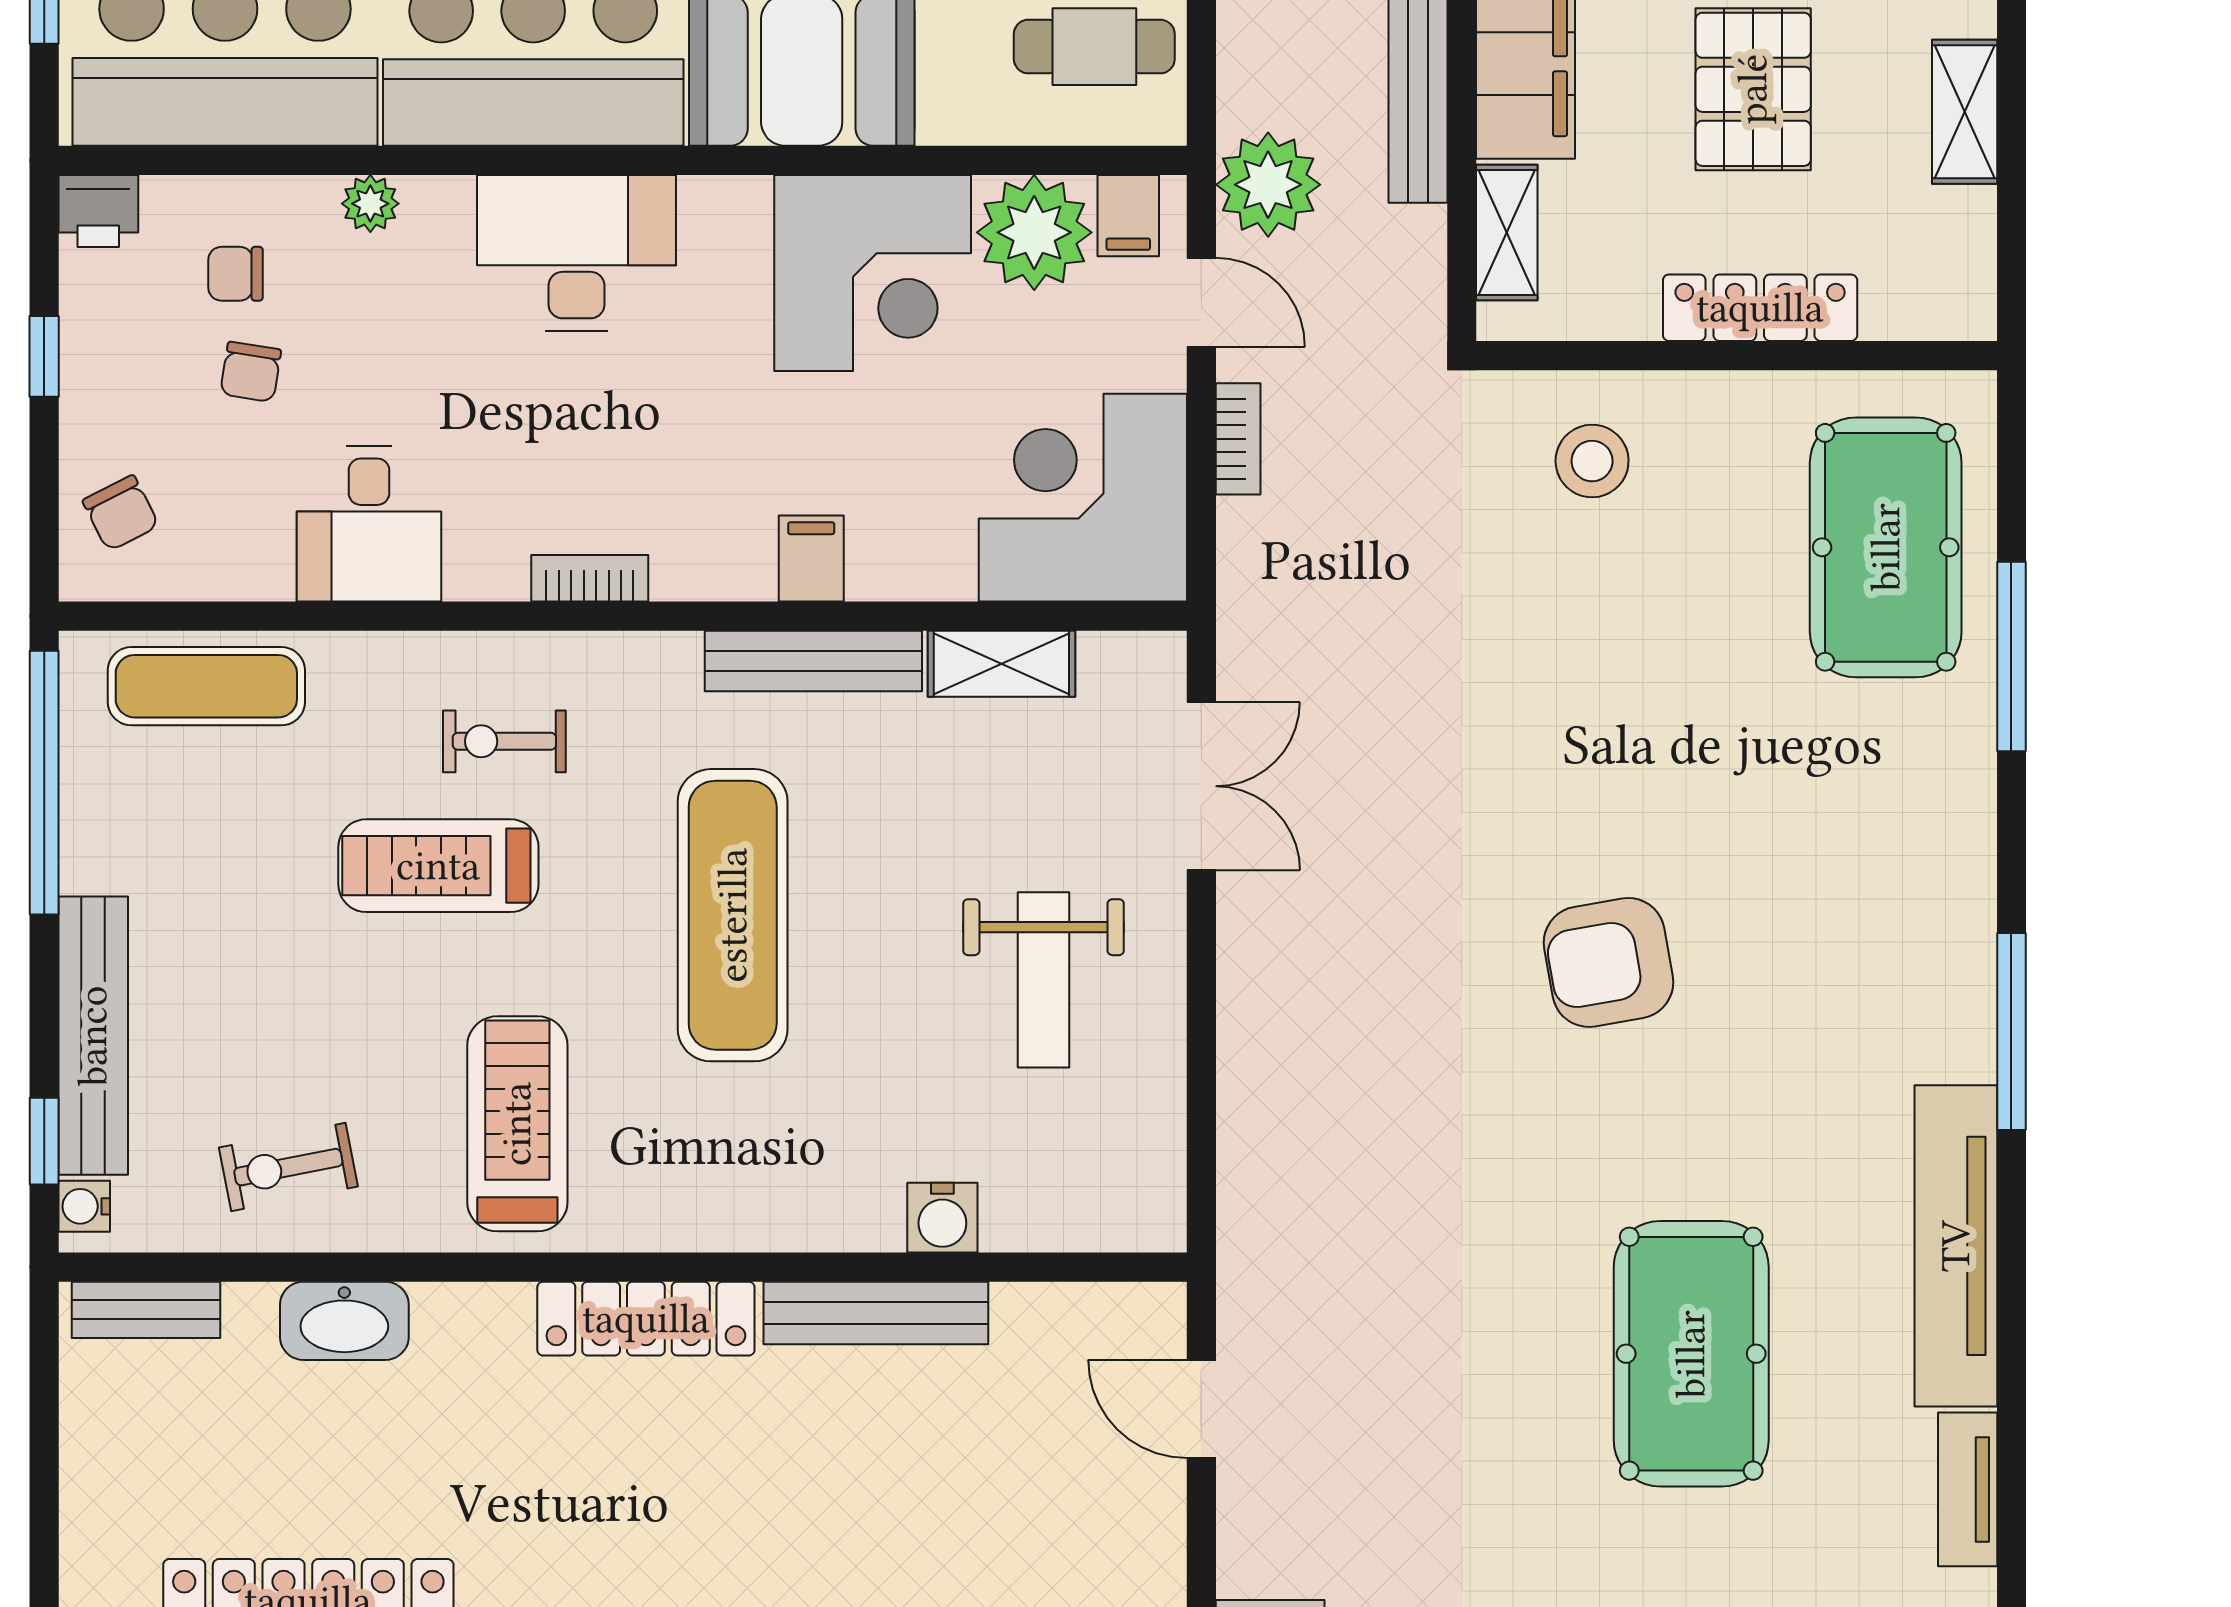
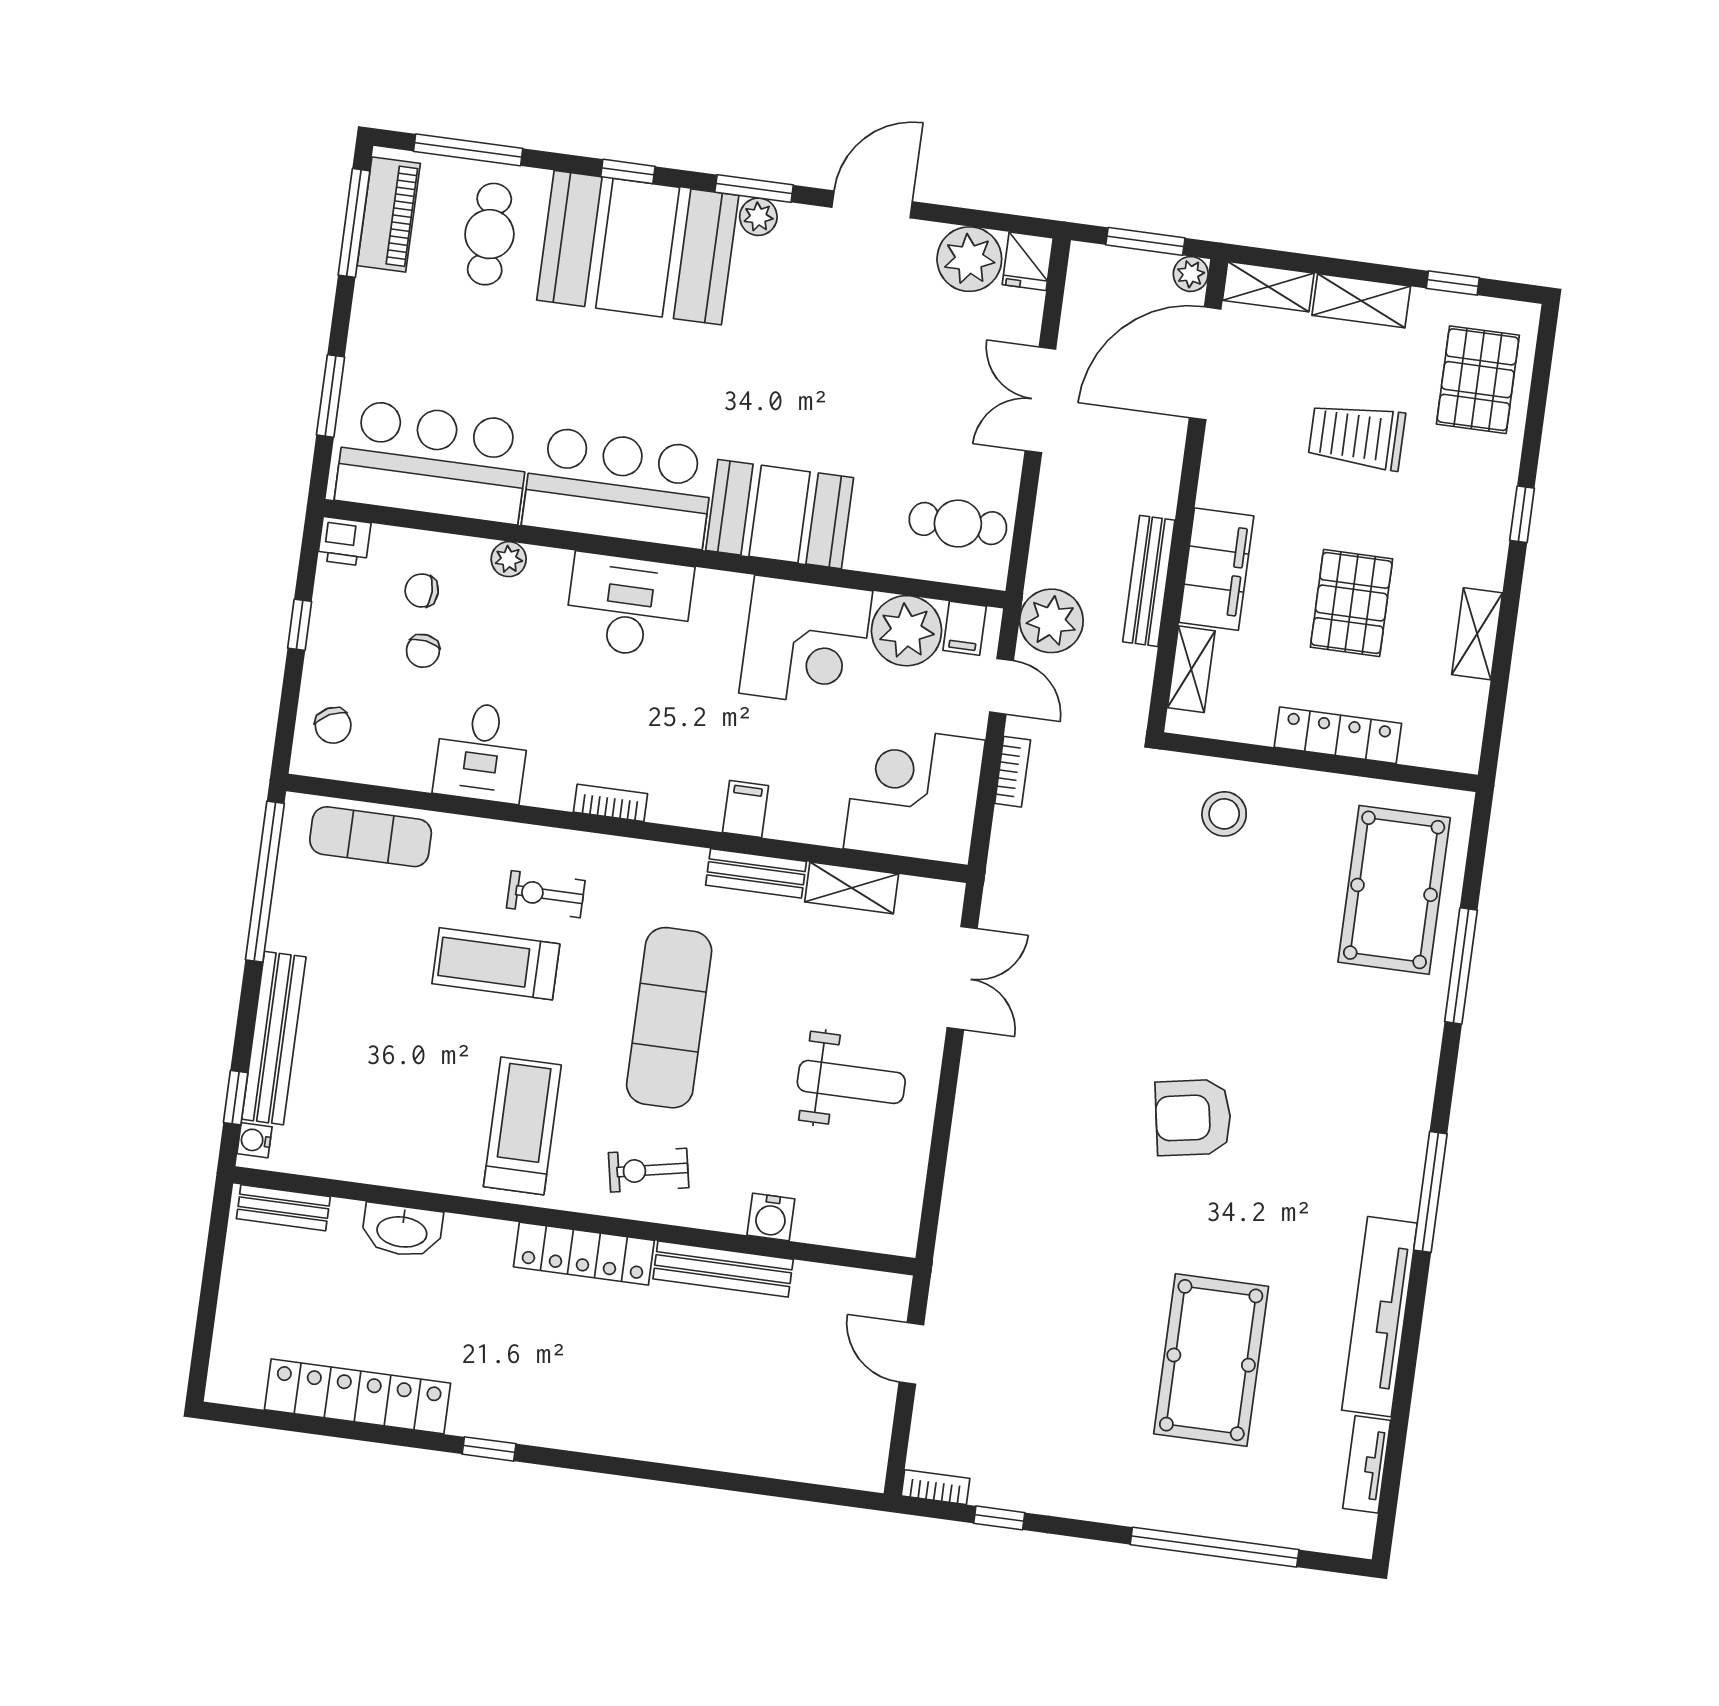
bench: (813, 661) -> (756, 873), width x0.73
weight bench: (1044, 980) -> (851, 1082), turned -90
exercise bike: (288, 1167) -> (649, 1170), moved

